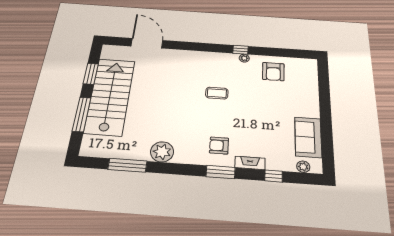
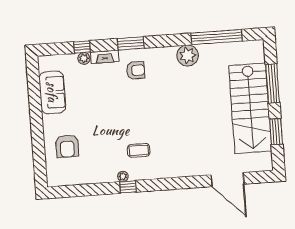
armchair: (273, 72) -> (67, 146), moved, turned 180
coffee table: (217, 93) -> (139, 150), moved
window: (127, 165) -> (217, 37), width x1.46
plant: (303, 167) -> (84, 58), moved

